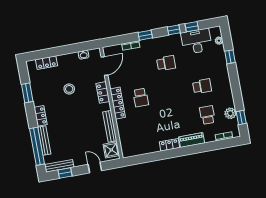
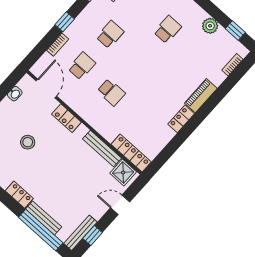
locker: (118, 103) -> (131, 153), moved
plant: (230, 113) -> (210, 26), moved
school desk: (207, 115) -> (82, 66), moved, turned 90

